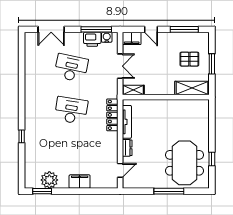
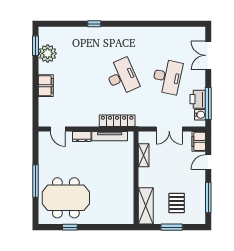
shelving: (133, 90) -> (144, 155), moved
desk: (71, 110) -> (122, 77), turned -33

